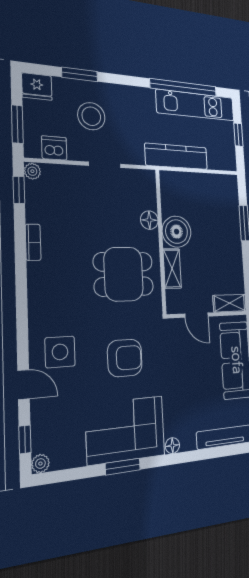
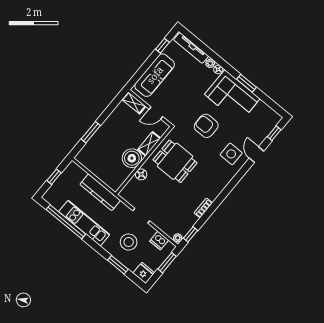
kitchen unit: (196, 105) -> (84, 223), moved
door: (197, 315) -> (156, 113), swing flipped
plant: (40, 464) -> (210, 63), moved

